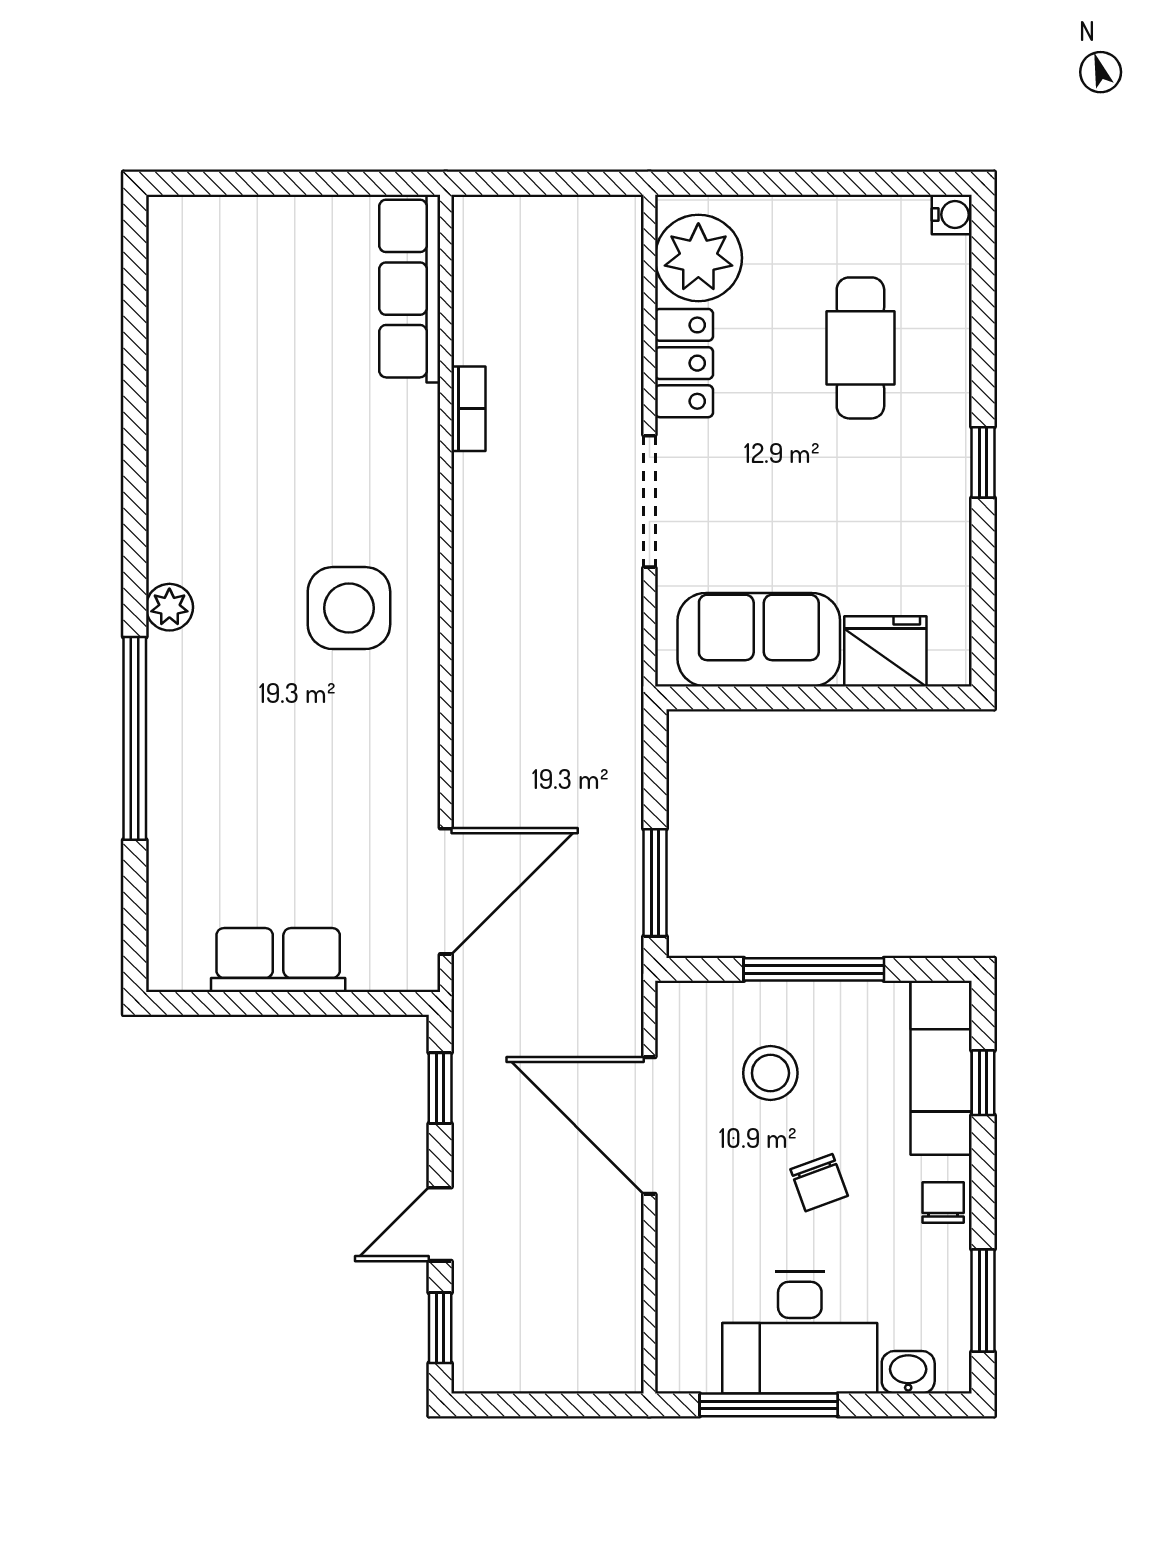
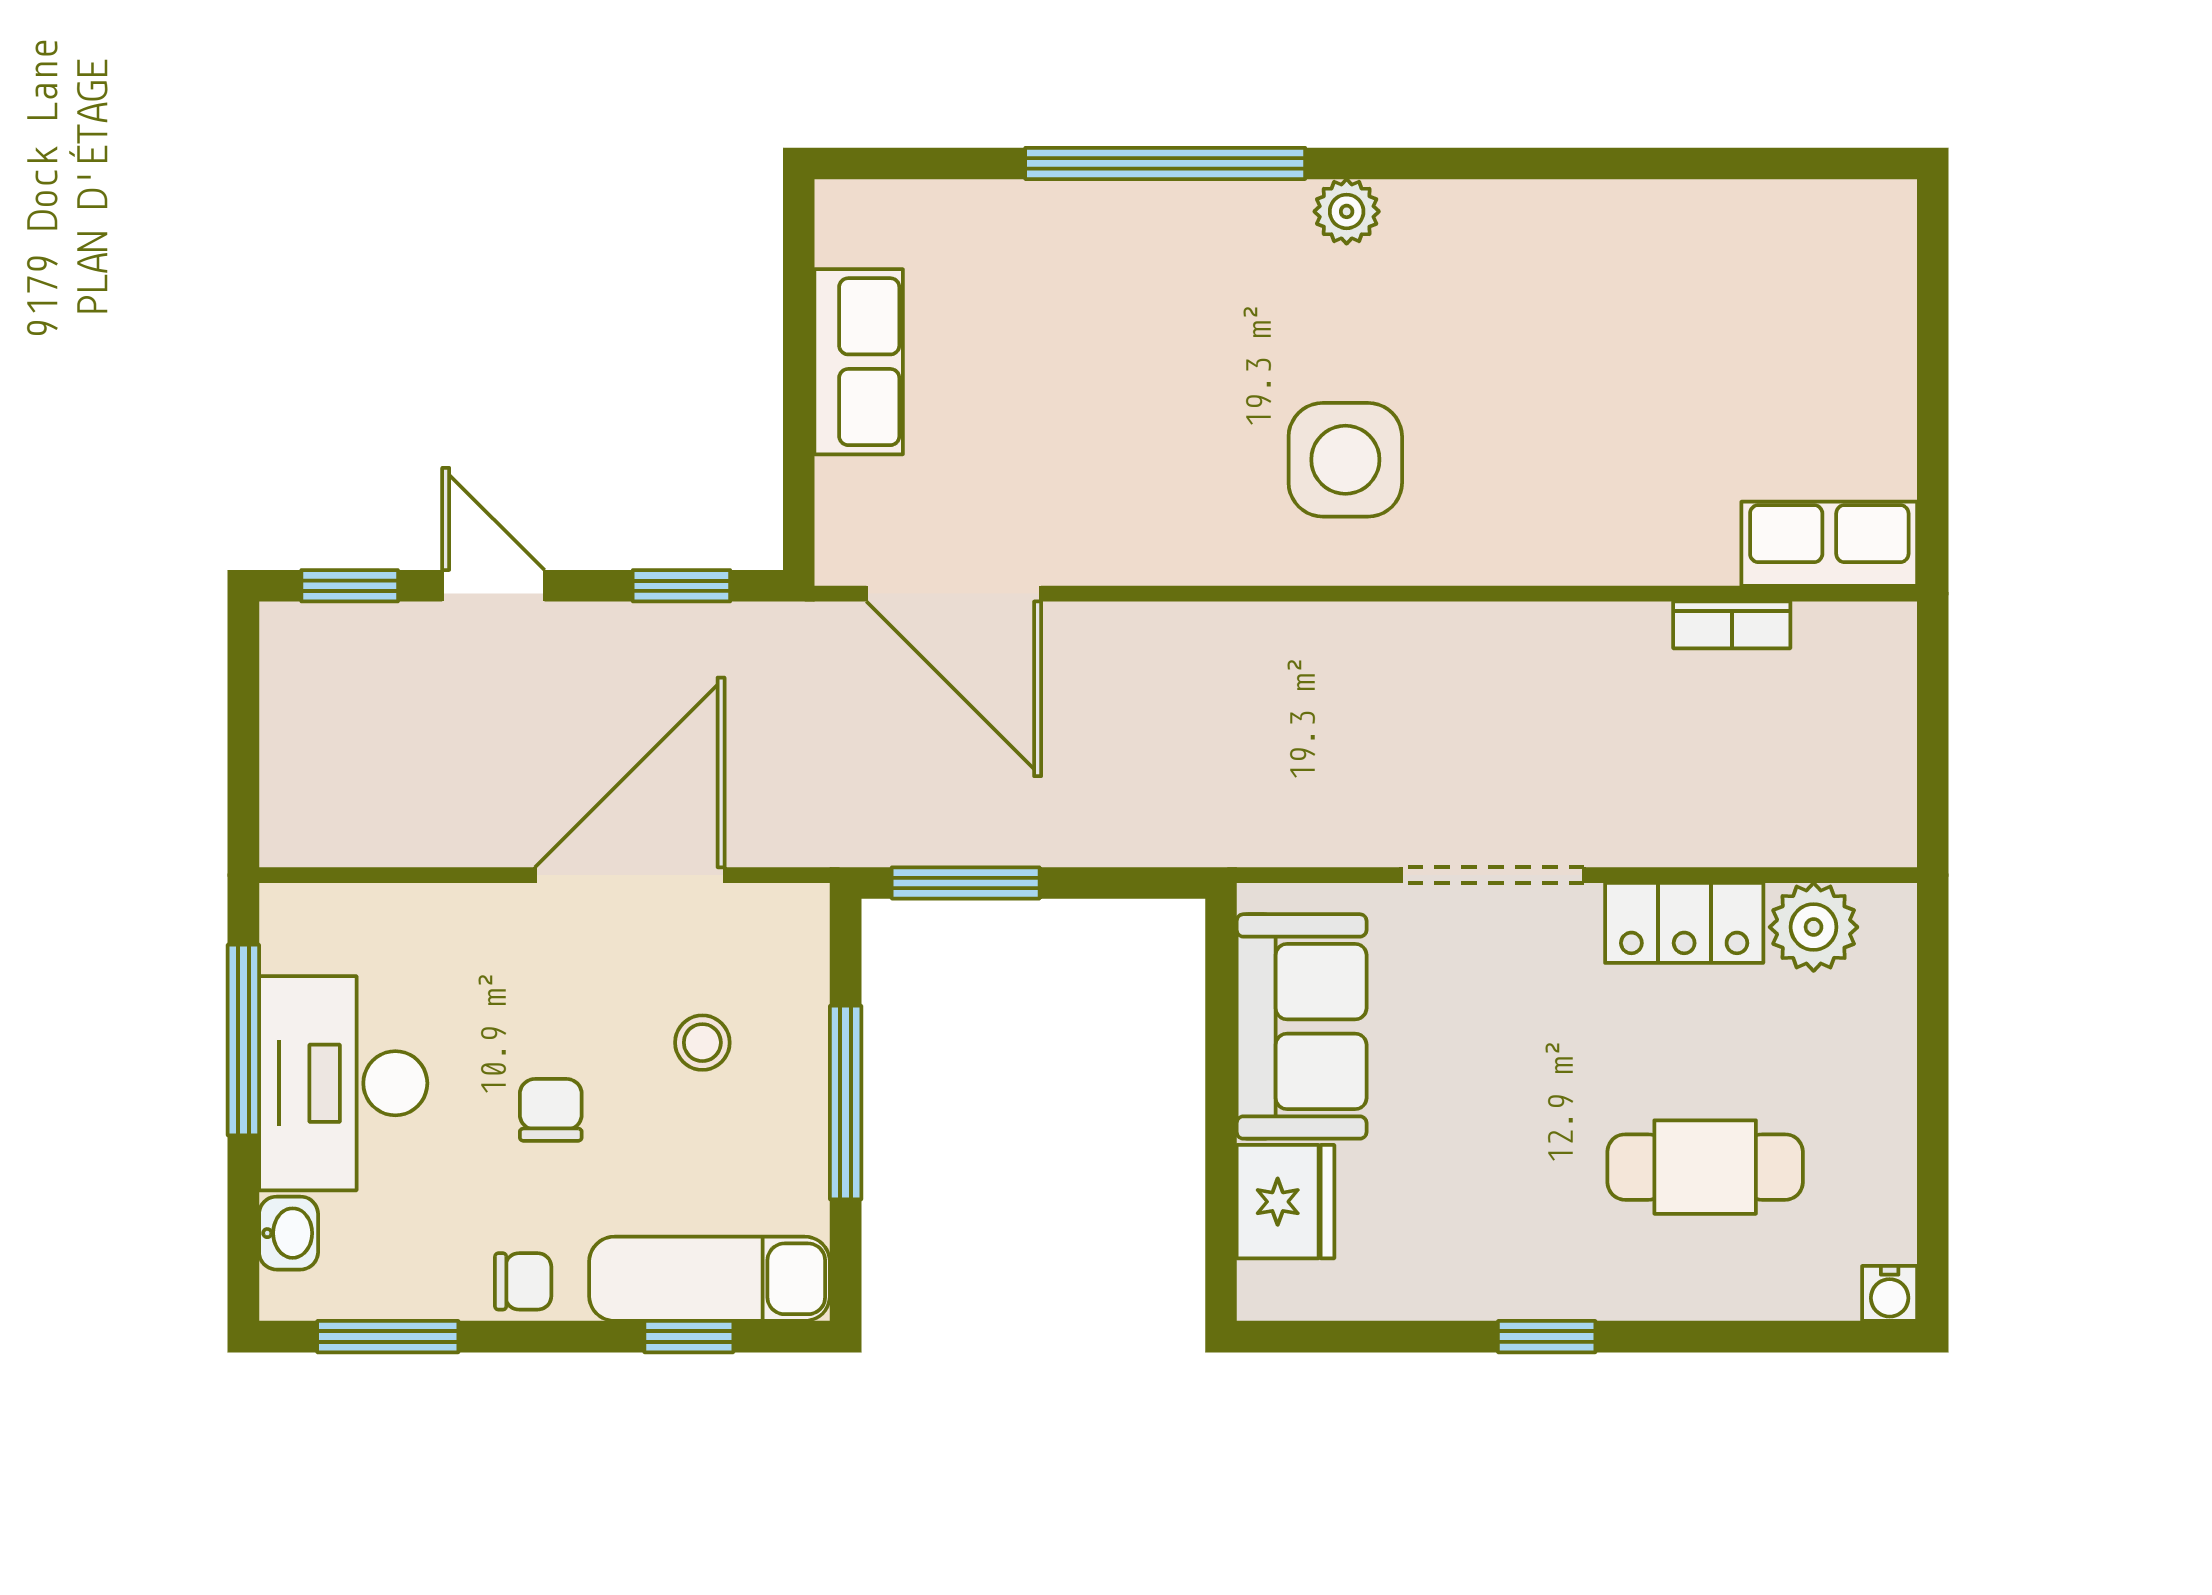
plant: (698, 258) -> (1814, 927), width x0.73, depth x0.73
row of seats: (410, 289) -> (1829, 544), width x0.68
bookcase: (468, 409) -> (1732, 625), moved
stool: (770, 1073) -> (702, 1043), width x0.73, depth x0.73
chair: (819, 1183) -> (551, 1110), turned 110

